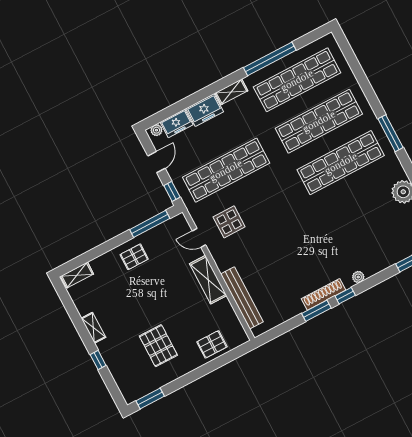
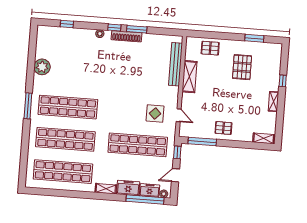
window: (270, 59) -> (145, 200), moved
shelving: (208, 280) -> (189, 77), moved
window: (150, 398) -> (254, 38), moved

